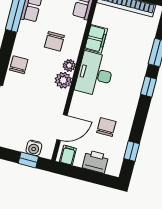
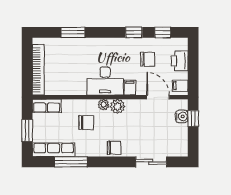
filing cabinet: (96, 39) -> (130, 88), moved, width x0.50
chair: (19, 65) -> (114, 148), turned 180
window: (148, 87) -> (134, 32), moved
chair: (106, 127) -> (148, 59), turned 180

